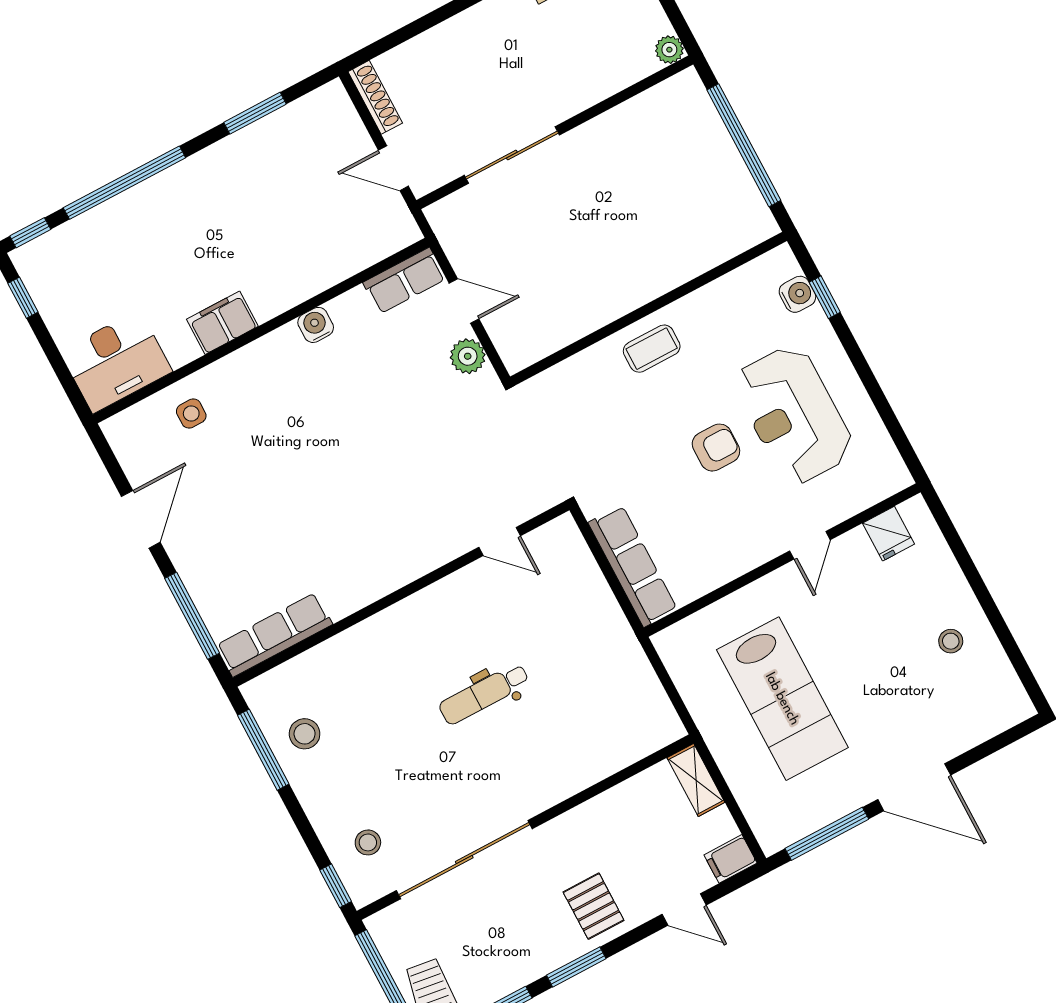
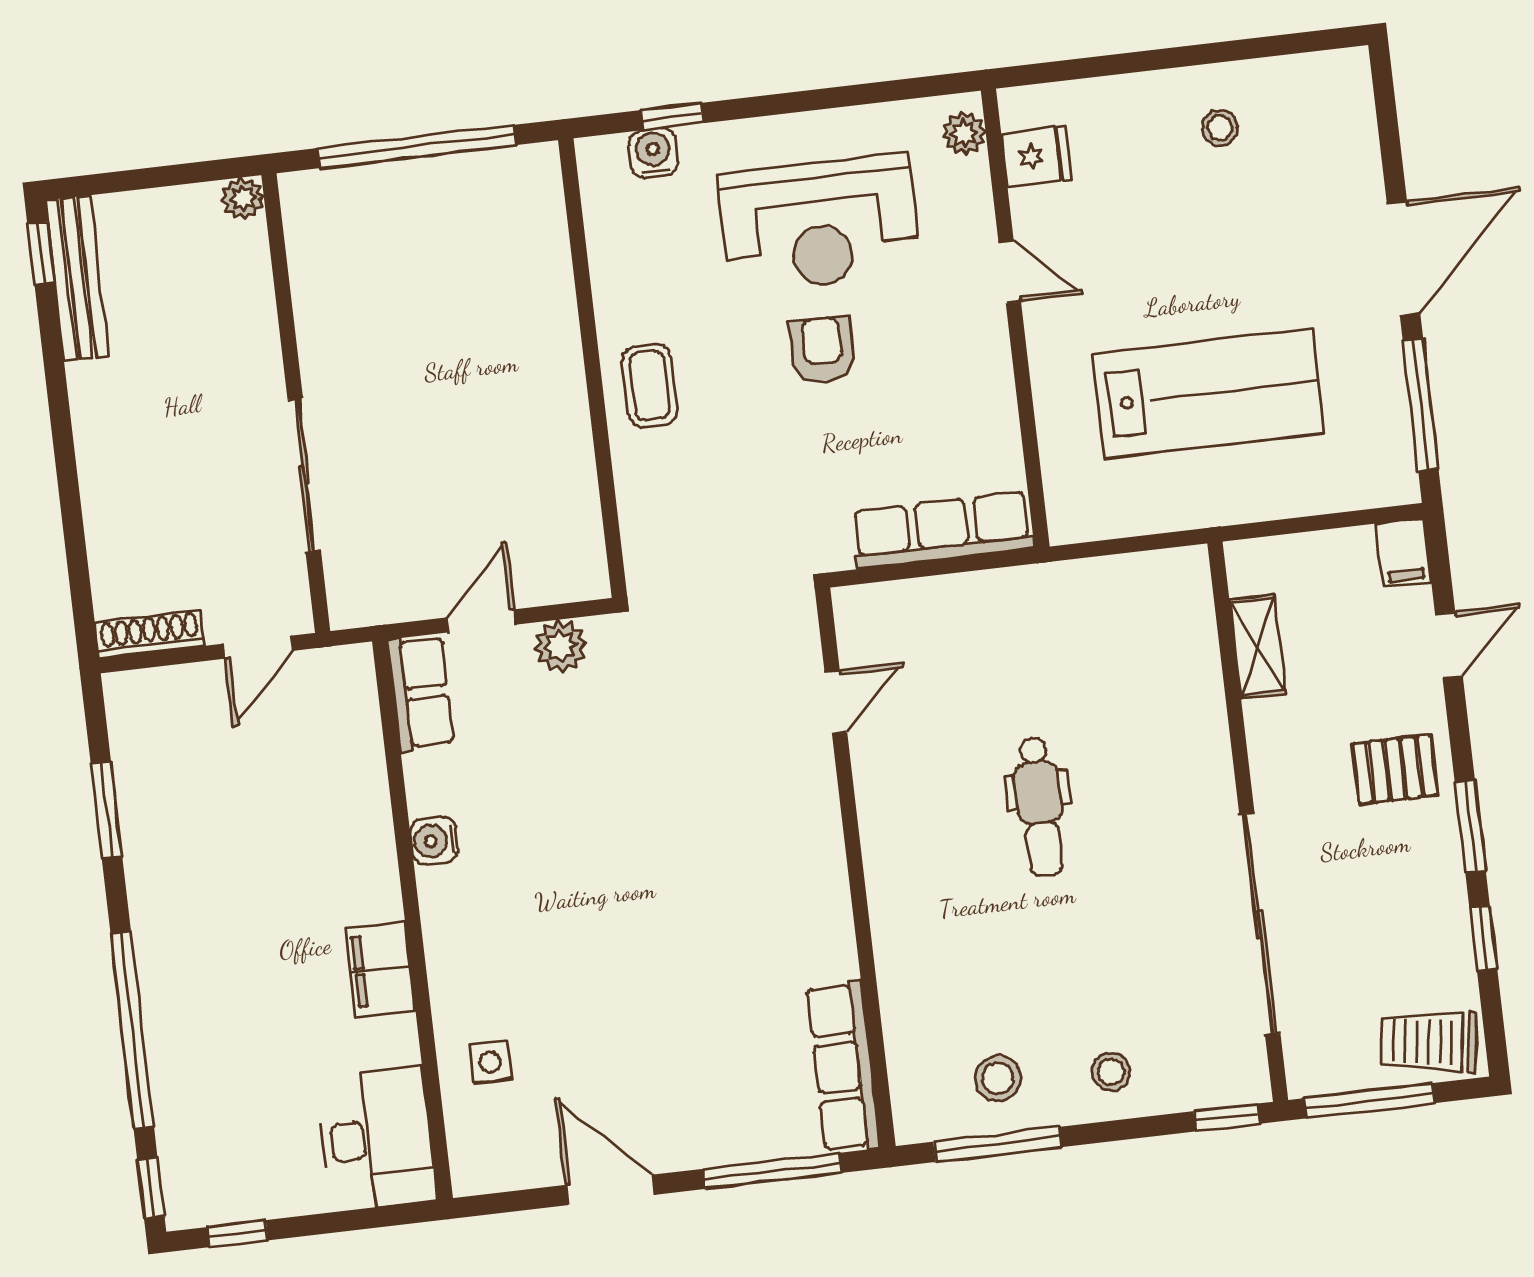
plant: (885, 483) -> (964, 134), added
shelving: (696, 780) -> (1258, 647), moved, turned 90
stool: (368, 842) -> (1111, 1072), moved

